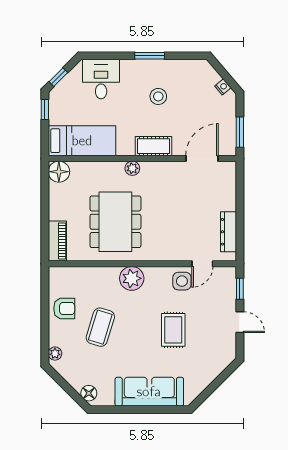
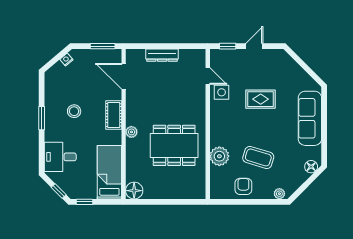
dresser: (229, 232) -> (162, 55), moved
piano: (57, 241) -> (190, 192), removed
plant: (132, 278) -> (219, 156), moved

